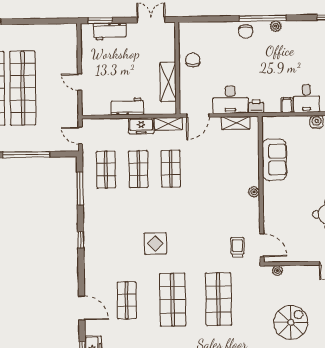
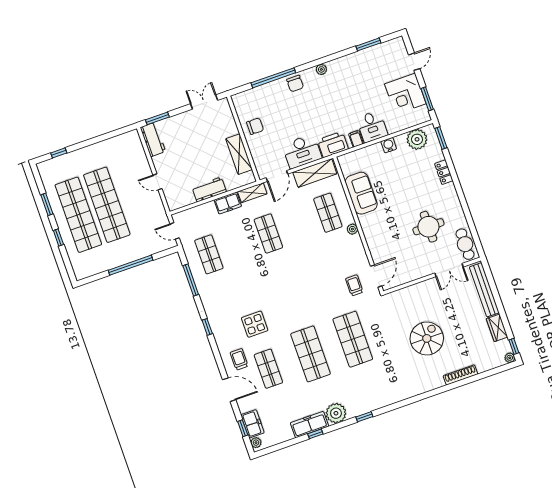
window: (263, 18) -> (273, 78), moved
workbench: (110, 31) -> (153, 139), moved, turned -90
chair: (193, 60) -> (255, 126), turned 90
printer: (256, 106) -> (333, 145), width x1.87, depth x1.48
shelving: (236, 123) -> (315, 173), width x1.50, depth x1.33
shop shelf: (138, 169) -> (328, 213), moved
display table: (155, 244) -> (255, 324), moved
door: (262, 245) -> (376, 276), hinge flipped
plant: (277, 271) -> (398, 295), removed
trolley: (101, 282) -> (239, 359), added

